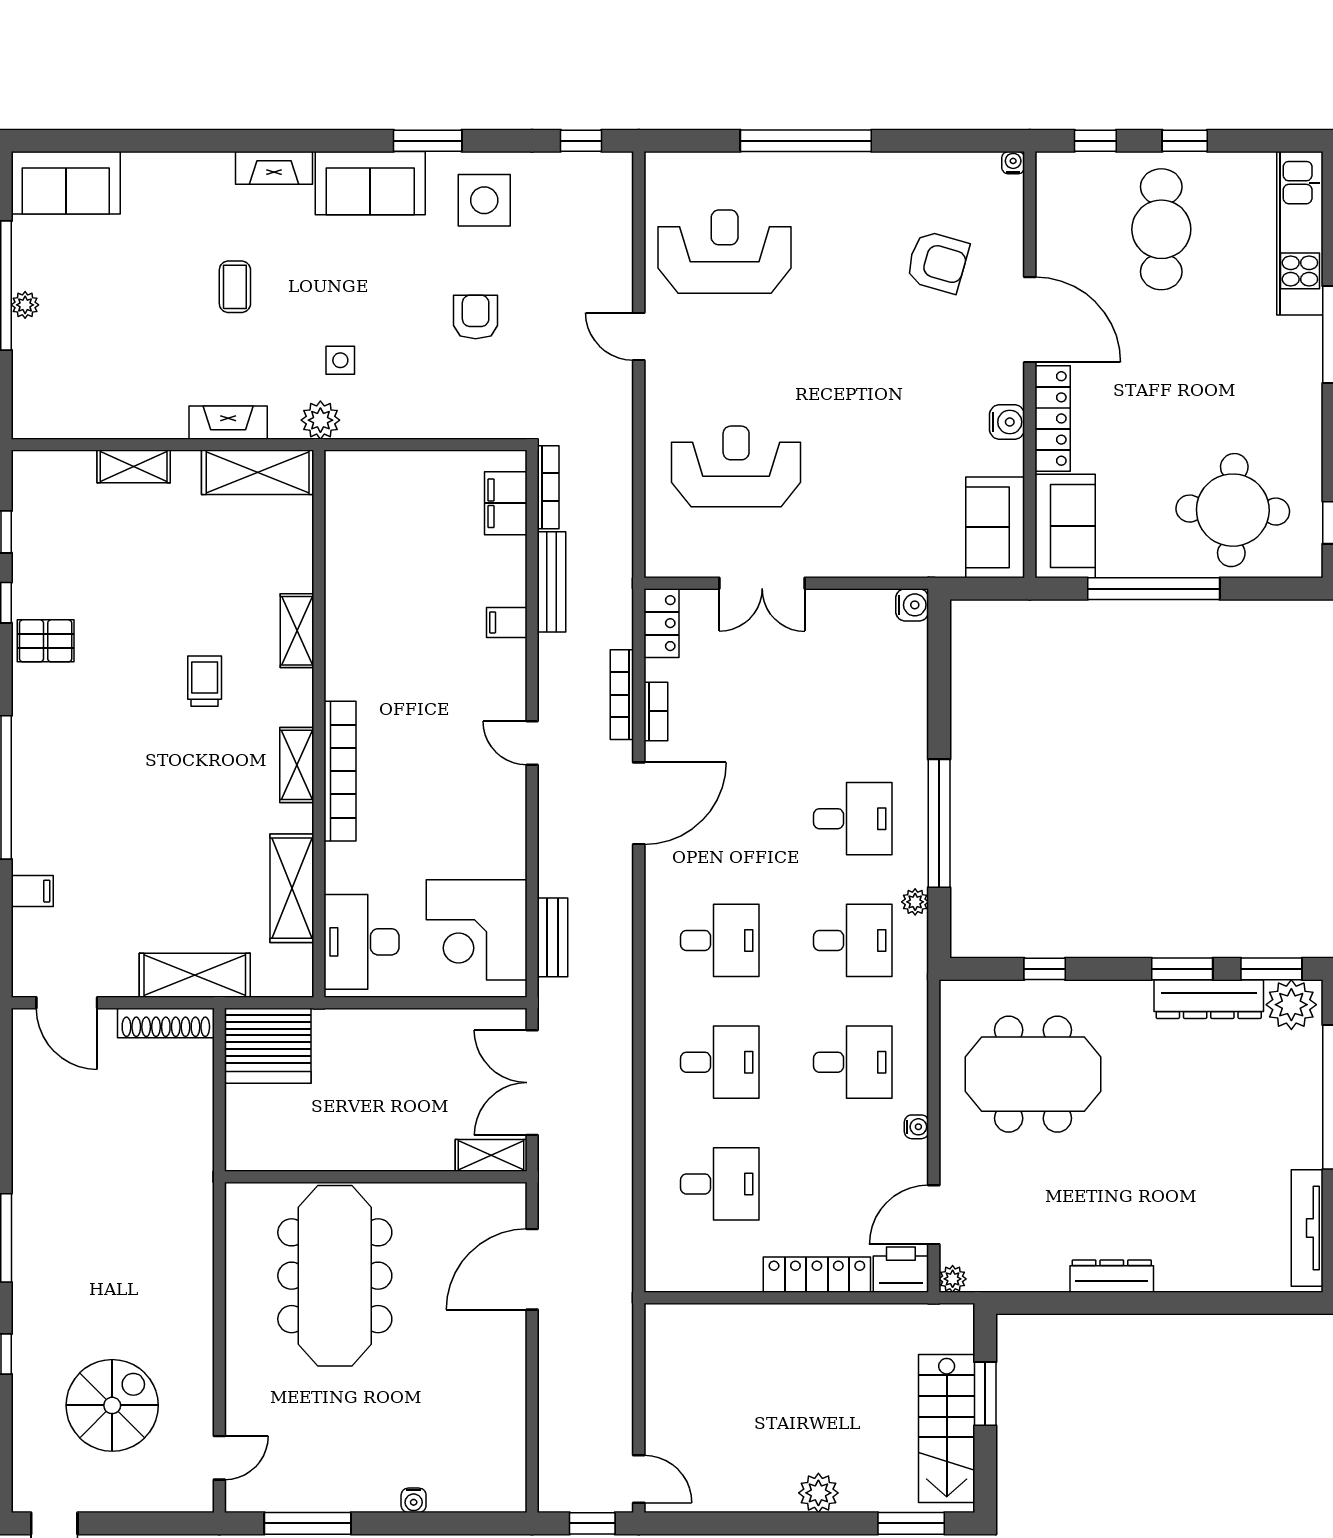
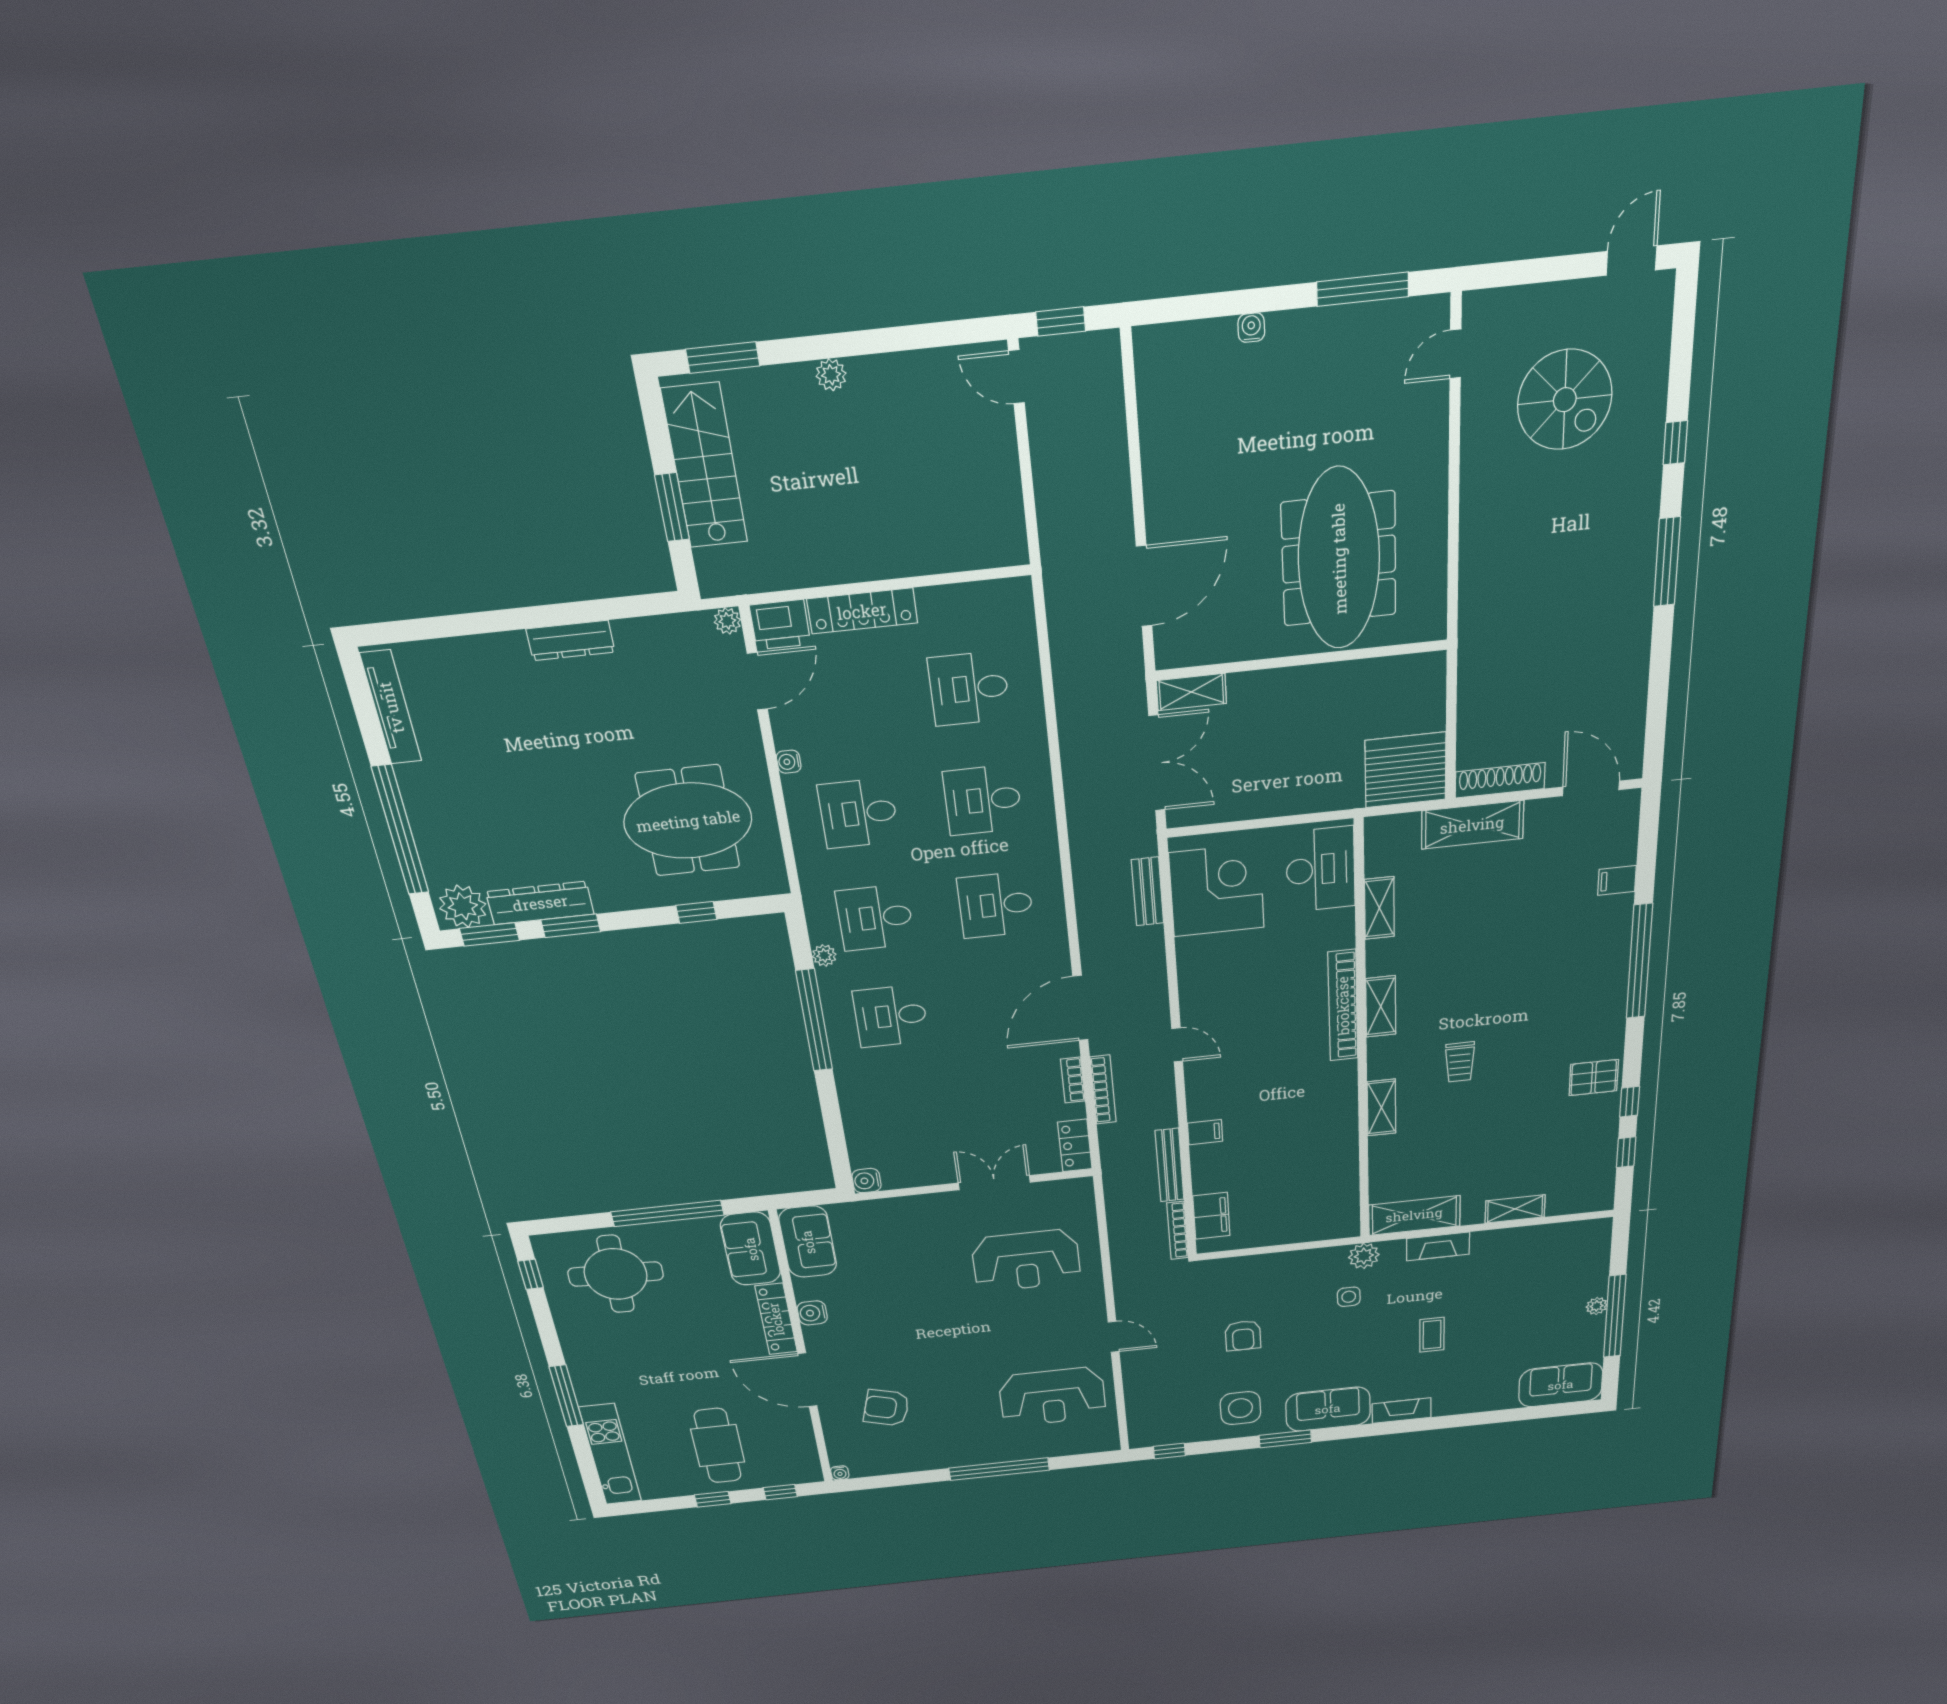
shelving: (292, 888) -> (1379, 908), width x0.67, depth x0.75
spiral stairs: (112, 1405) -> (1565, 400), turned -90
plant: (818, 1493) -> (831, 375), width x0.73, depth x0.73

